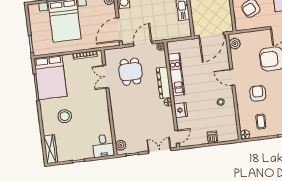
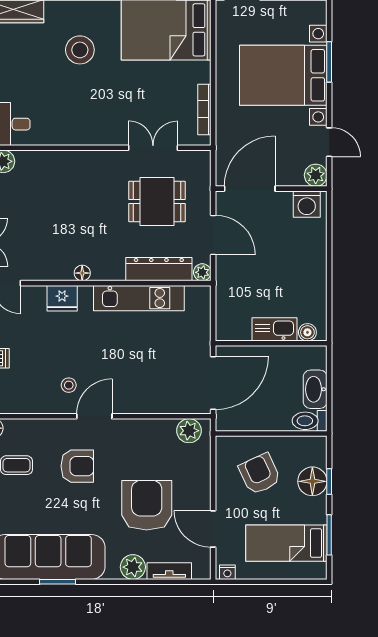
door: (119, 29) -> (250, 189), hinge flipped
door: (211, 35) -> (213, 383), swing flipped
door: (232, 77) -> (94, 416), moved
dresser: (164, 83) -> (159, 269), moved

